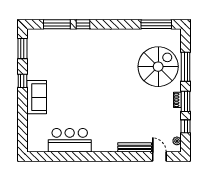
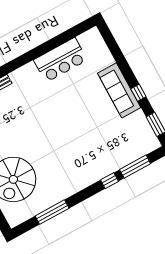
window: (156, 24) -> (52, 212), moved
sofa: (37, 97) -> (119, 90), width x1.36

